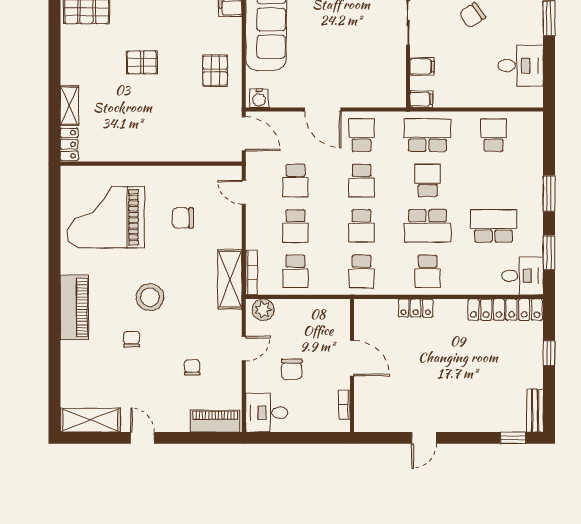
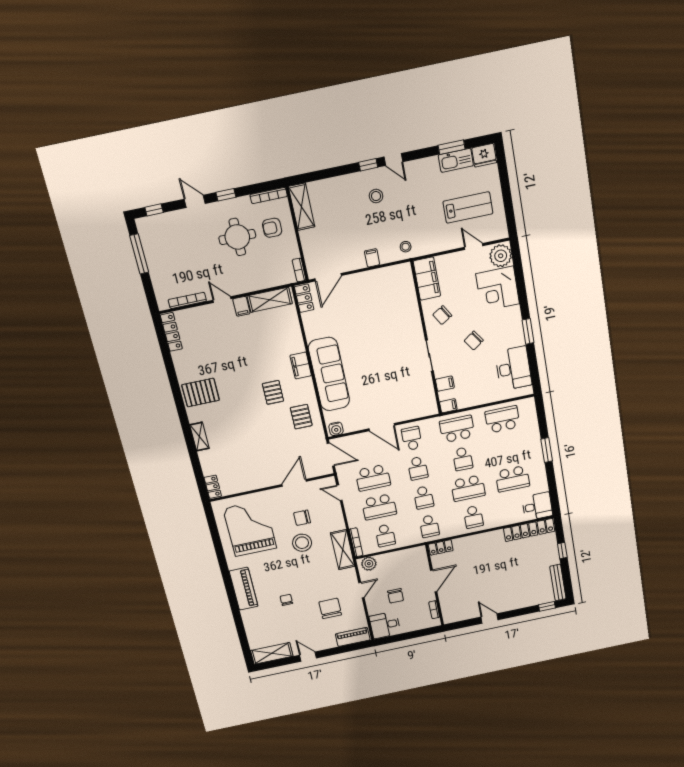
pallet: (142, 62) -> (273, 392), moved, turned 90
desk: (521, 66) -> (513, 368), width x1.37
shelving: (69, 105) -> (199, 437), moved
school desk: (494, 135) -> (502, 419), width x1.85
door: (184, 164) -> (294, 483), added
school desk: (295, 180) -> (373, 478), width x1.85
school desk: (428, 180) -> (463, 459), turned 180
grand piano: (106, 217) -> (250, 528), turned 90
school desk: (295, 226) -> (379, 507), width x1.85
school desk: (494, 226) -> (512, 479), turned 180
window: (549, 253) -> (553, 488), removed
stool: (150, 297) -> (302, 543), moved
locker: (416, 308) -> (441, 547), moved
door: (352, 358) -> (434, 581), hinge flipped
chair: (192, 367) -> (330, 608), width x1.87, depth x1.87
bench: (535, 411) -> (558, 583), width x1.36
door: (424, 438) -> (490, 618), swing flipped

